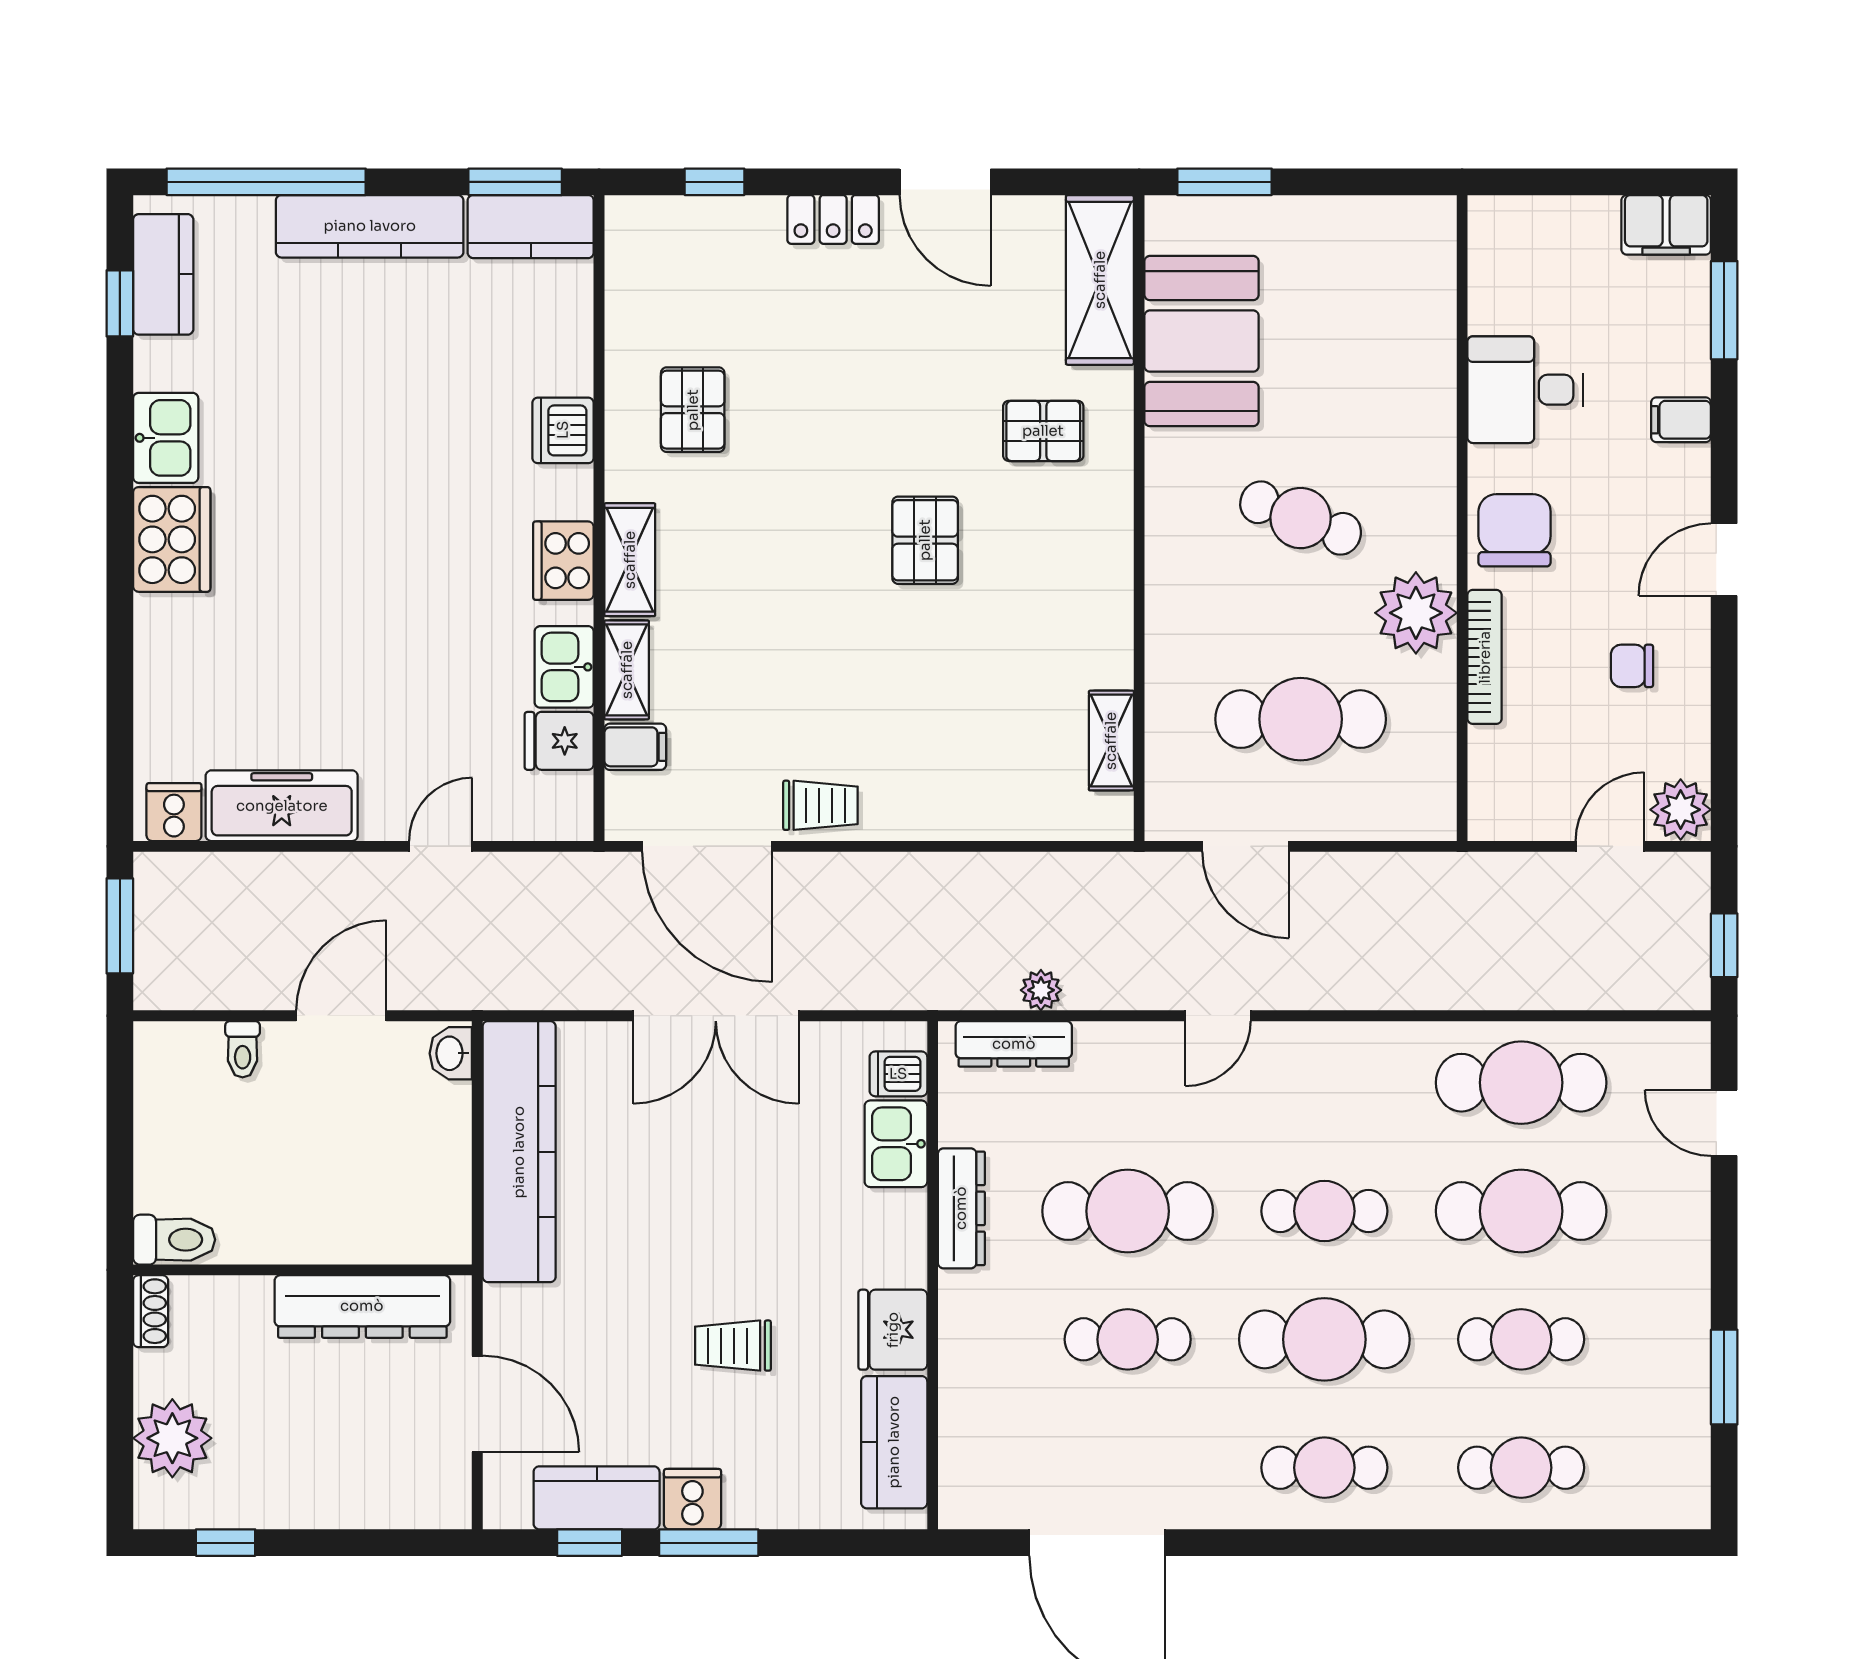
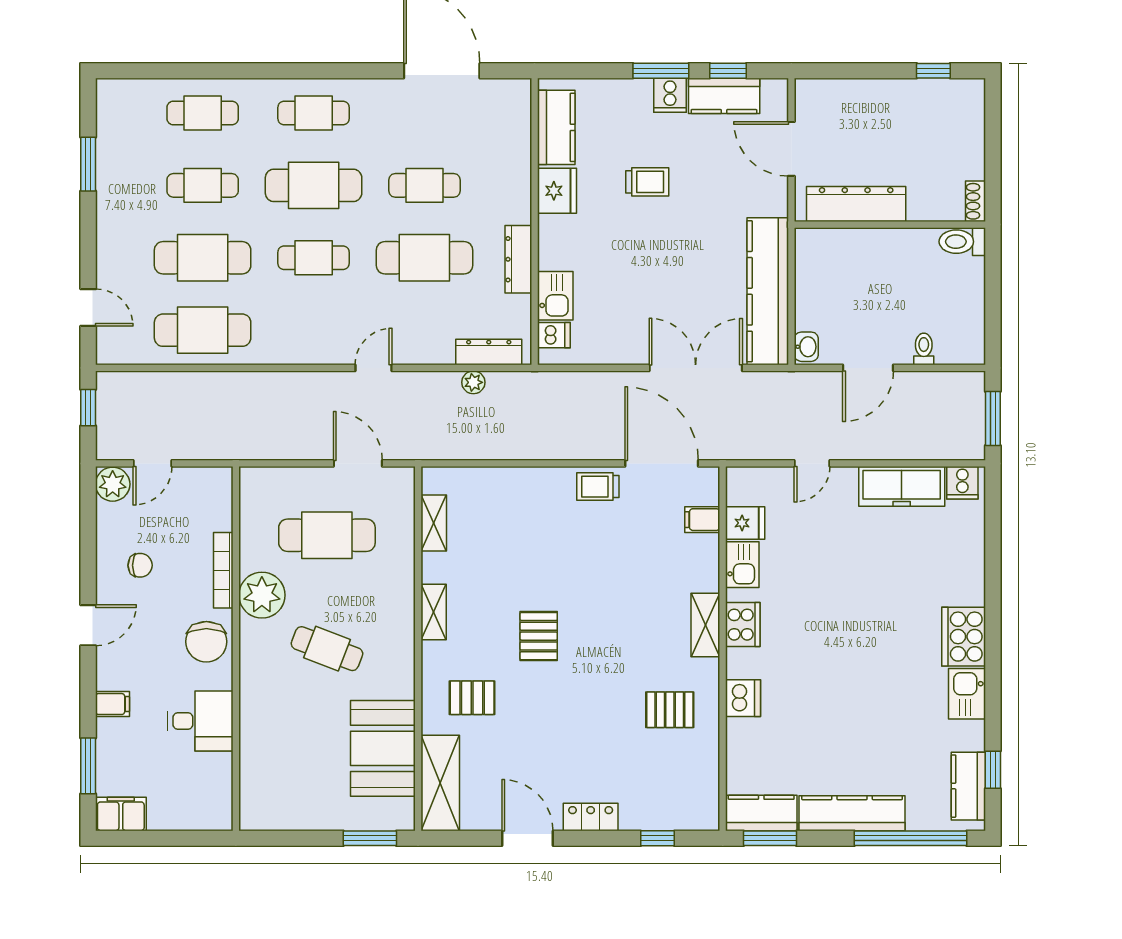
pallet: (693, 410) -> (670, 710), turned 90
shelving: (627, 670) -> (434, 612), moved
double door: (716, 1016) -> (696, 368), moved
plant: (172, 1438) -> (963, 130), removed

